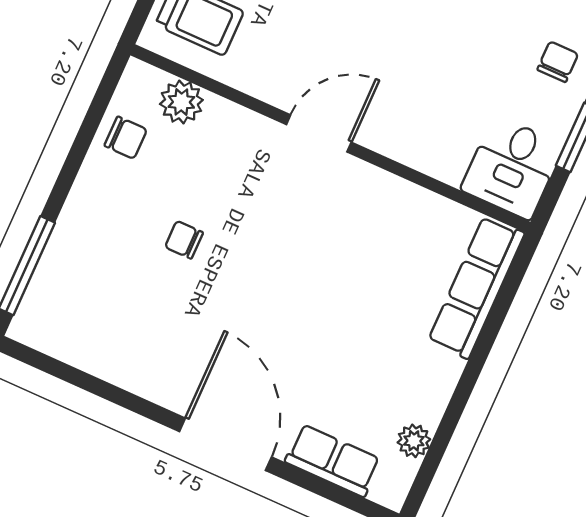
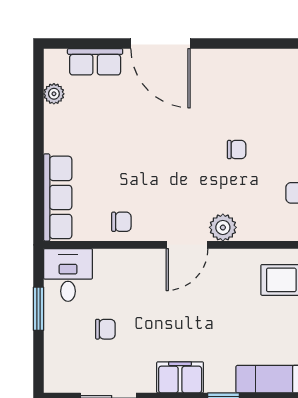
chair: (558, 62) -> (105, 329), moved, turned -90
plant: (181, 102) -> (223, 227), moved
chair: (399, 210) -> (121, 222), added

